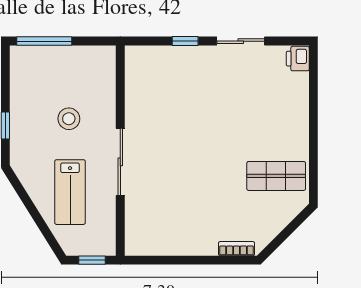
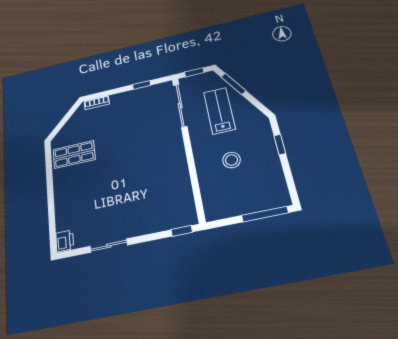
window: (185, 41) -> (182, 231), moved
sliding door: (120, 162) -> (180, 106), moved
window: (43, 228) -> (233, 84), added
window: (169, 260) -> (142, 85), added

